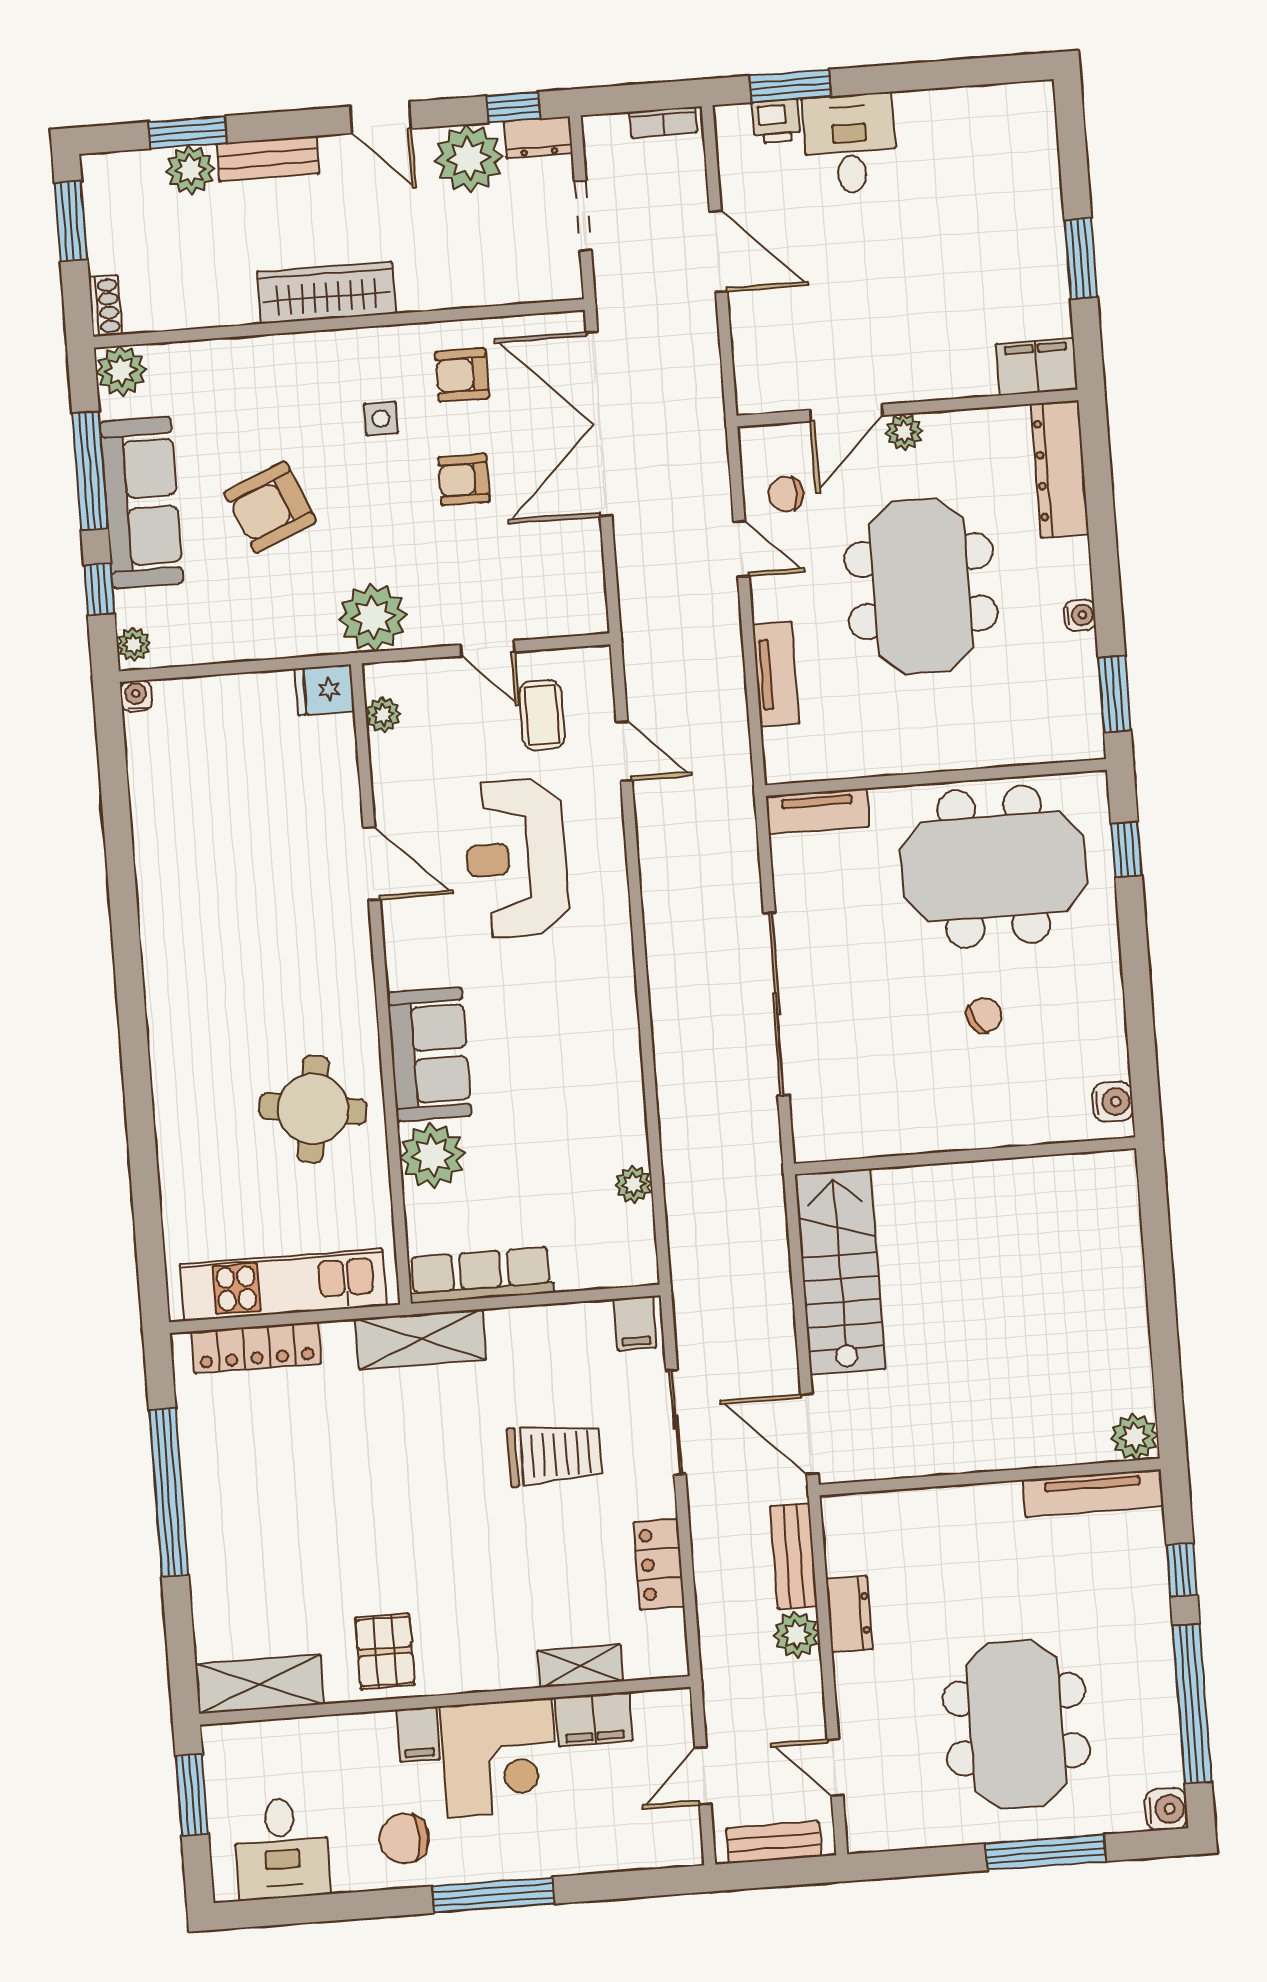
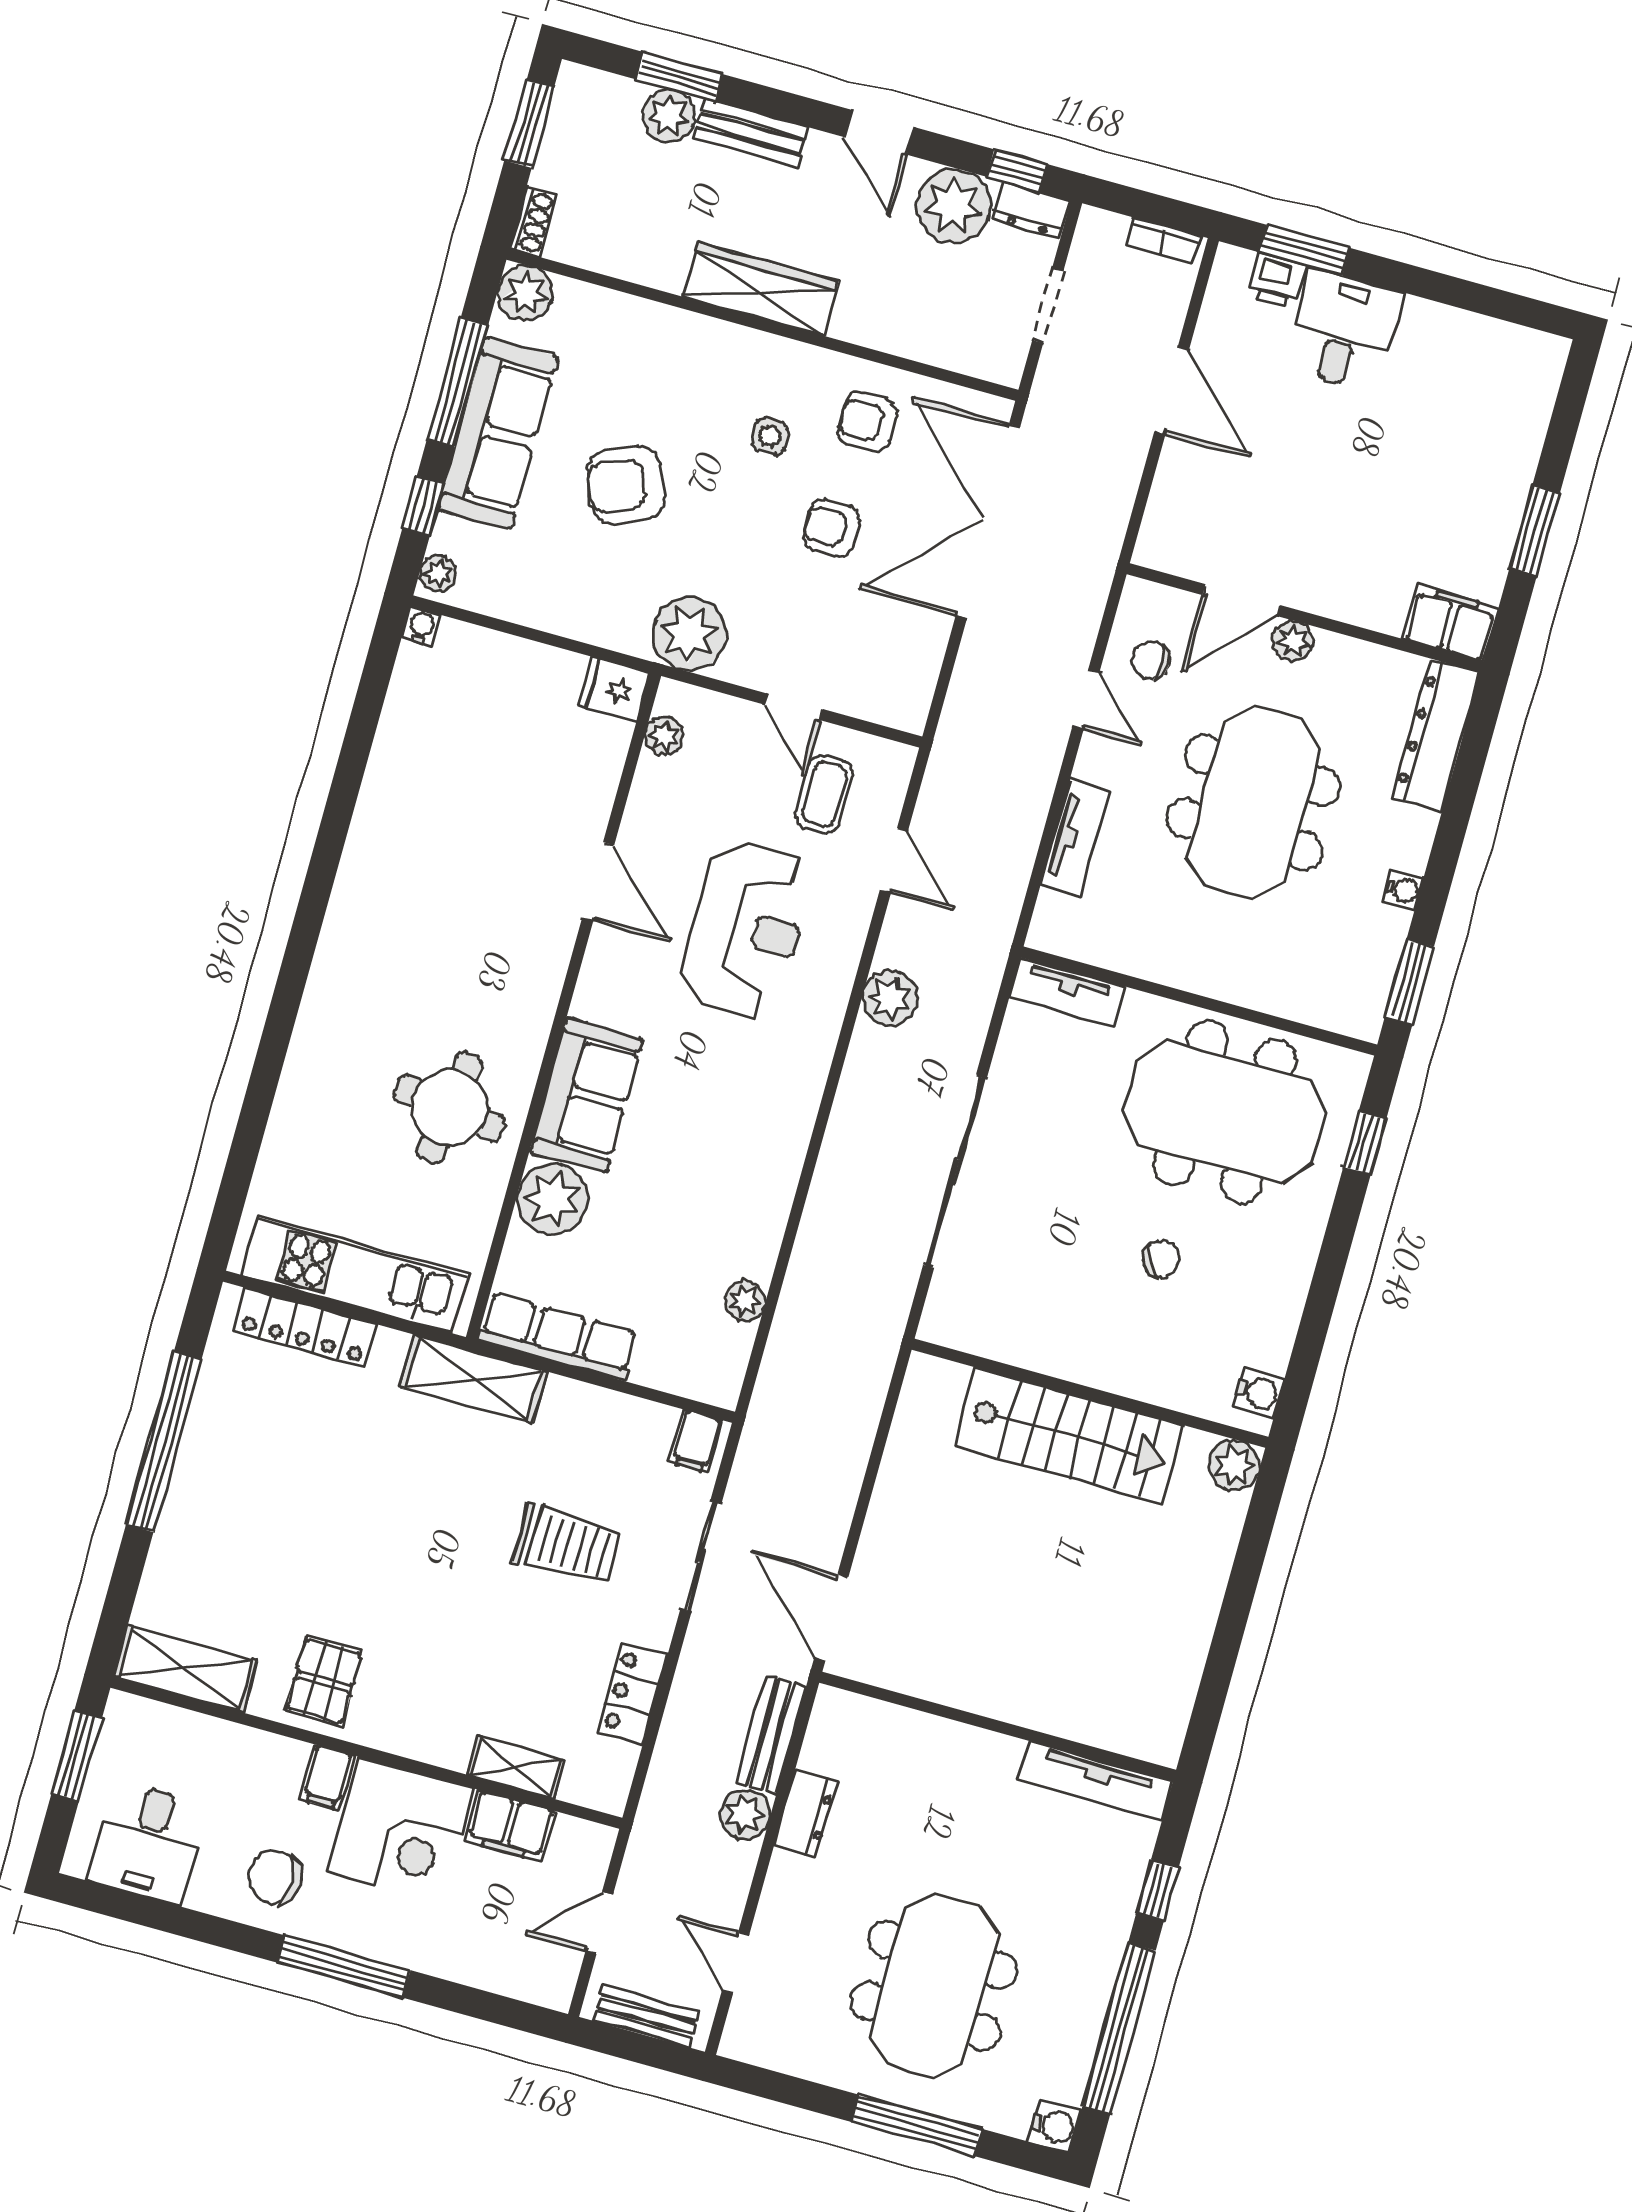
reception desk: (516, 858) -> (746, 929), turned 180
plant: (664, 873) -> (890, 998), added
stairs: (840, 1272) -> (1069, 1436), moved, turned 90
plant: (1135, 1437) -> (1234, 1466), moved

